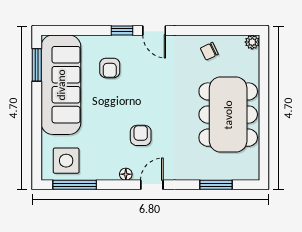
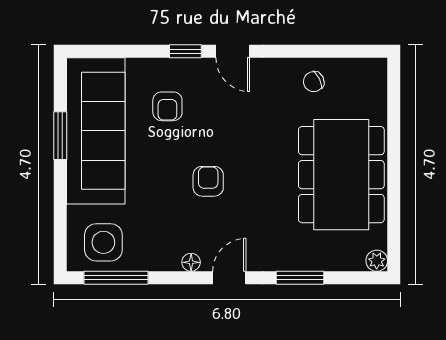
plant: (252, 42) -> (377, 261), moved
window: (37, 65) -> (60, 136), moved
armchair: (141, 135) -> (208, 181), moved
window: (216, 185) -> (300, 278), moved

